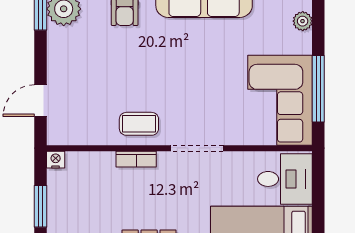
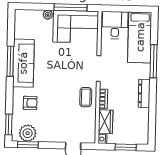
plant: (303, 21) -> (48, 15), moved
wardrobe: (90, 165) -> (106, 122), added

